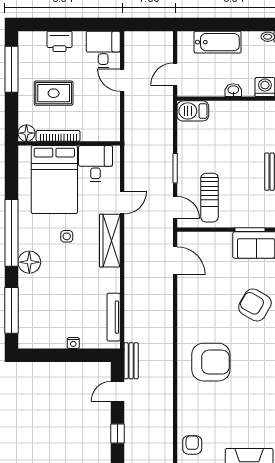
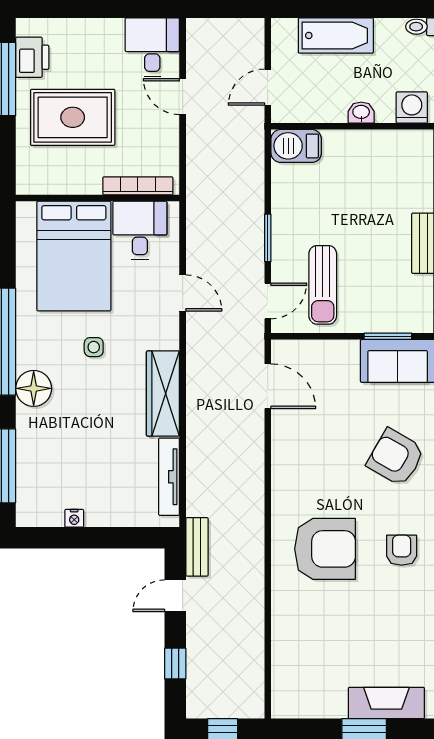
printer: (60, 41) -> (32, 57), moved, turned -90
rug: (54, 93) -> (73, 117), width x1.36, depth x1.43
floor lamp: (26, 133) -> (29, 181), removed
bookcase: (58, 136) -> (138, 186), moved
door: (122, 203) -> (183, 293), hinge flipped
door: (175, 208) -> (268, 301), hinge flipped
wardrobe: (110, 241) -> (163, 393), moved
nightstand: (73, 343) -> (74, 518), moved
armchair: (192, 445) -> (402, 550), moved

